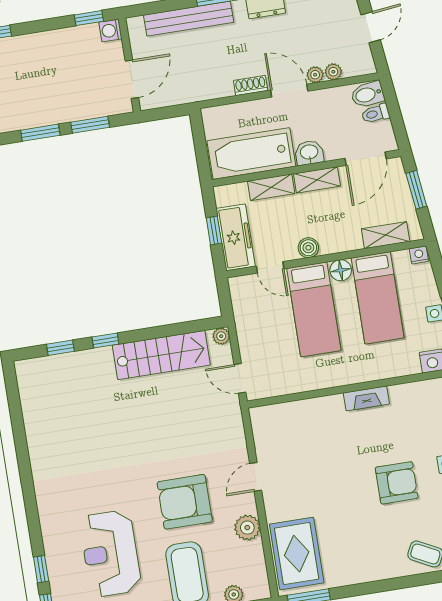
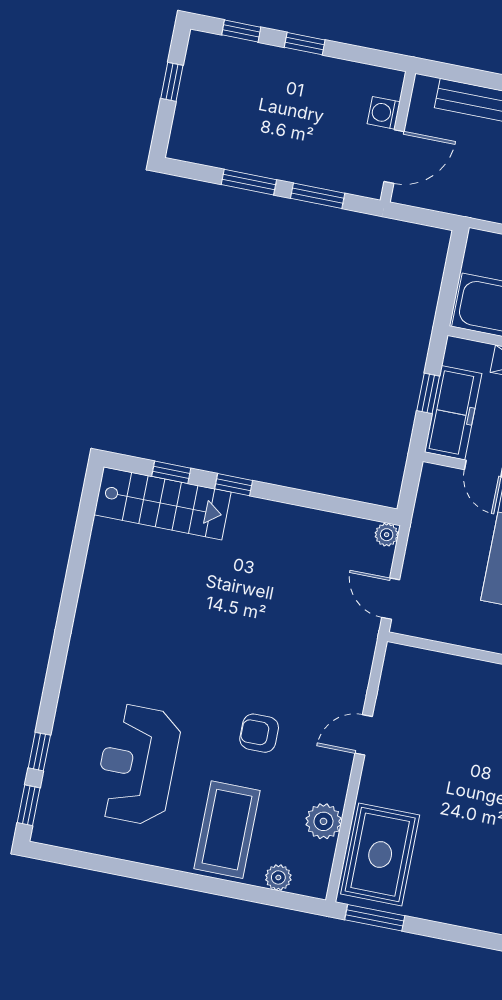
window: (89, 18) -> (305, 44), moved
washing machine: (110, 31) -> (384, 113), moved
stairs: (161, 355) -> (163, 503), moved
armchair: (185, 502) -> (259, 733), width x0.53, depth x0.53
plant: (247, 528) -> (323, 821), moved

